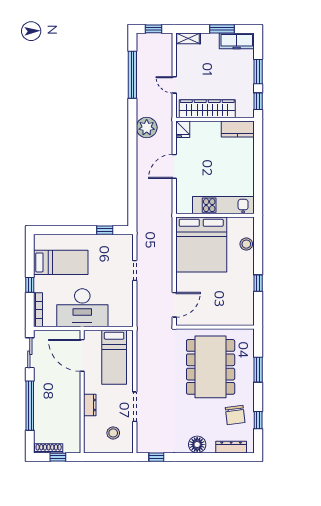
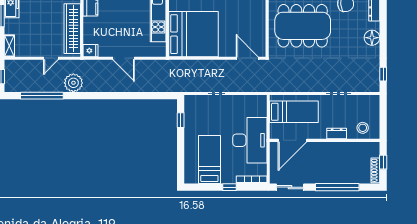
plant: (147, 128) -> (73, 83), moved
stool: (113, 433) -> (363, 128), moved

